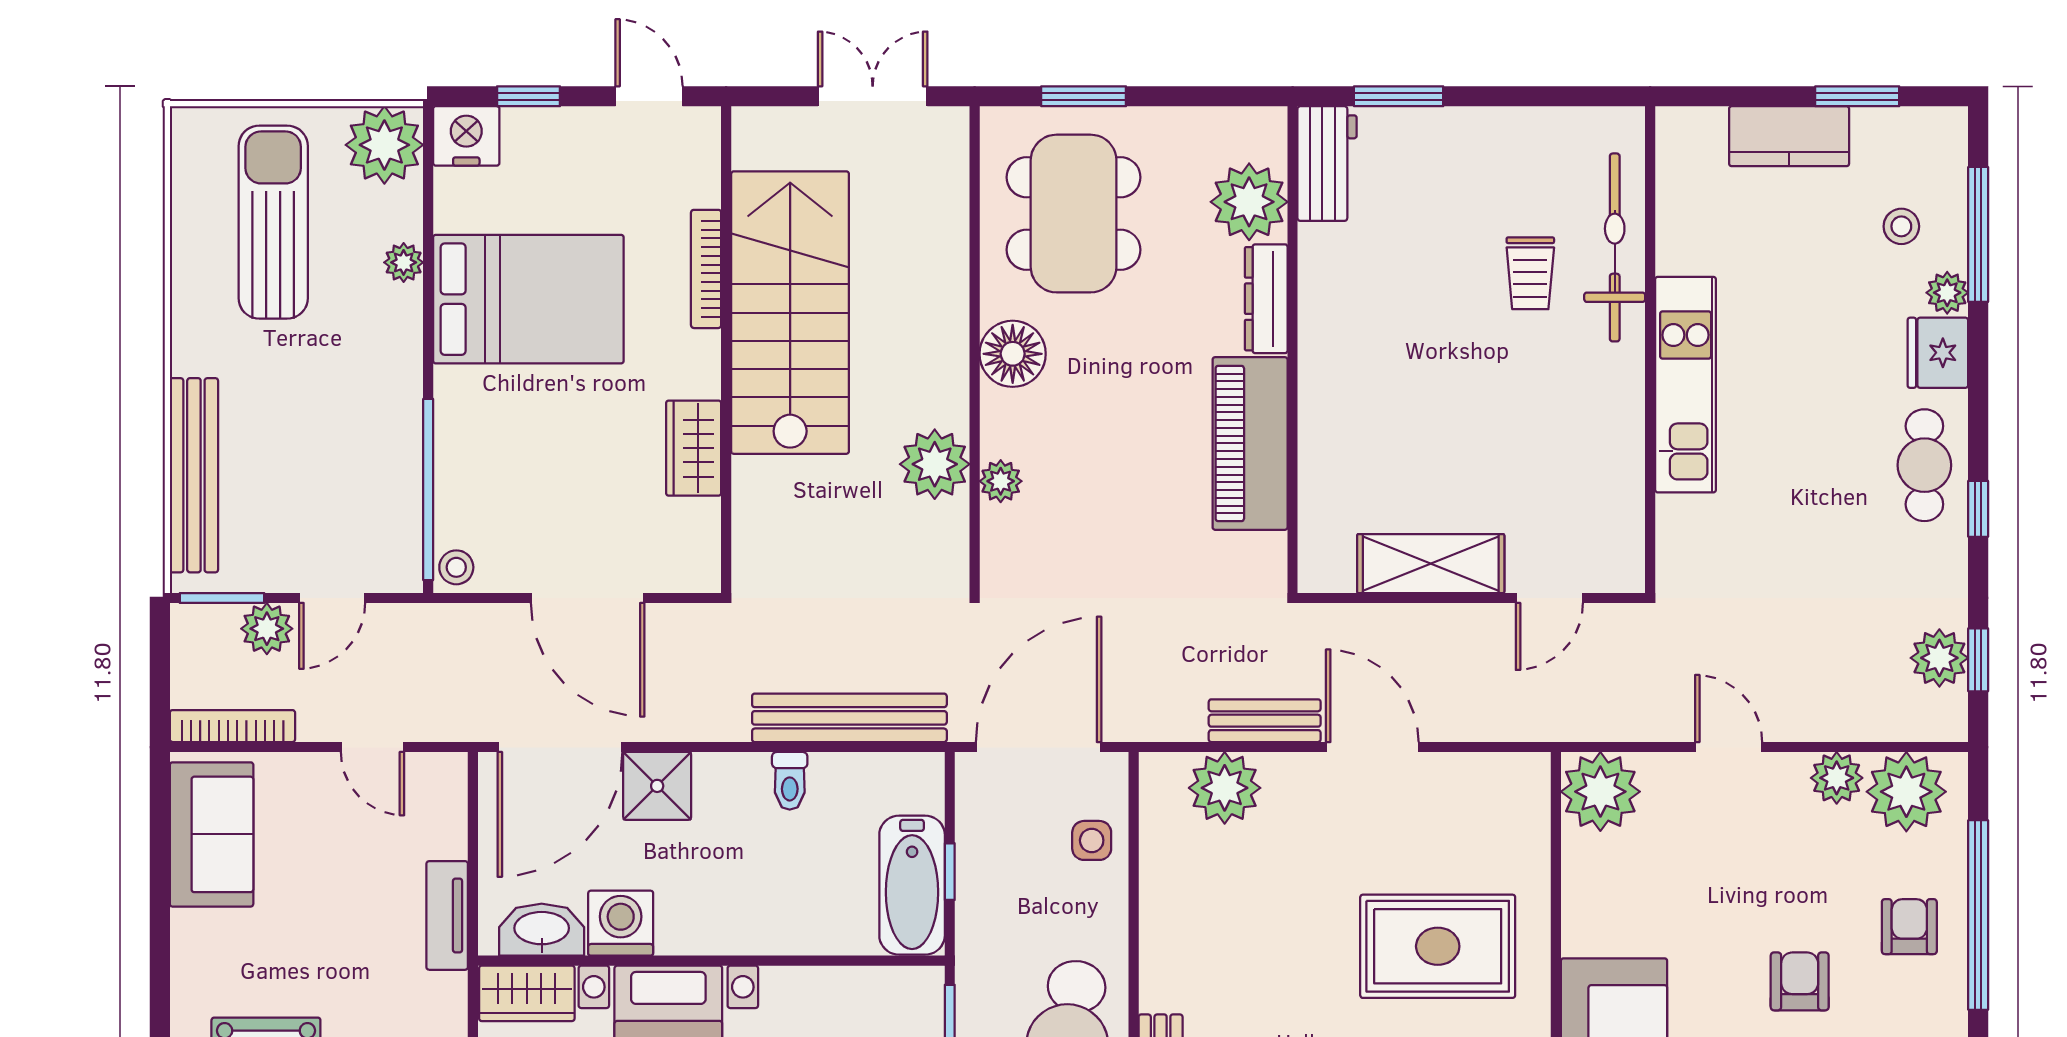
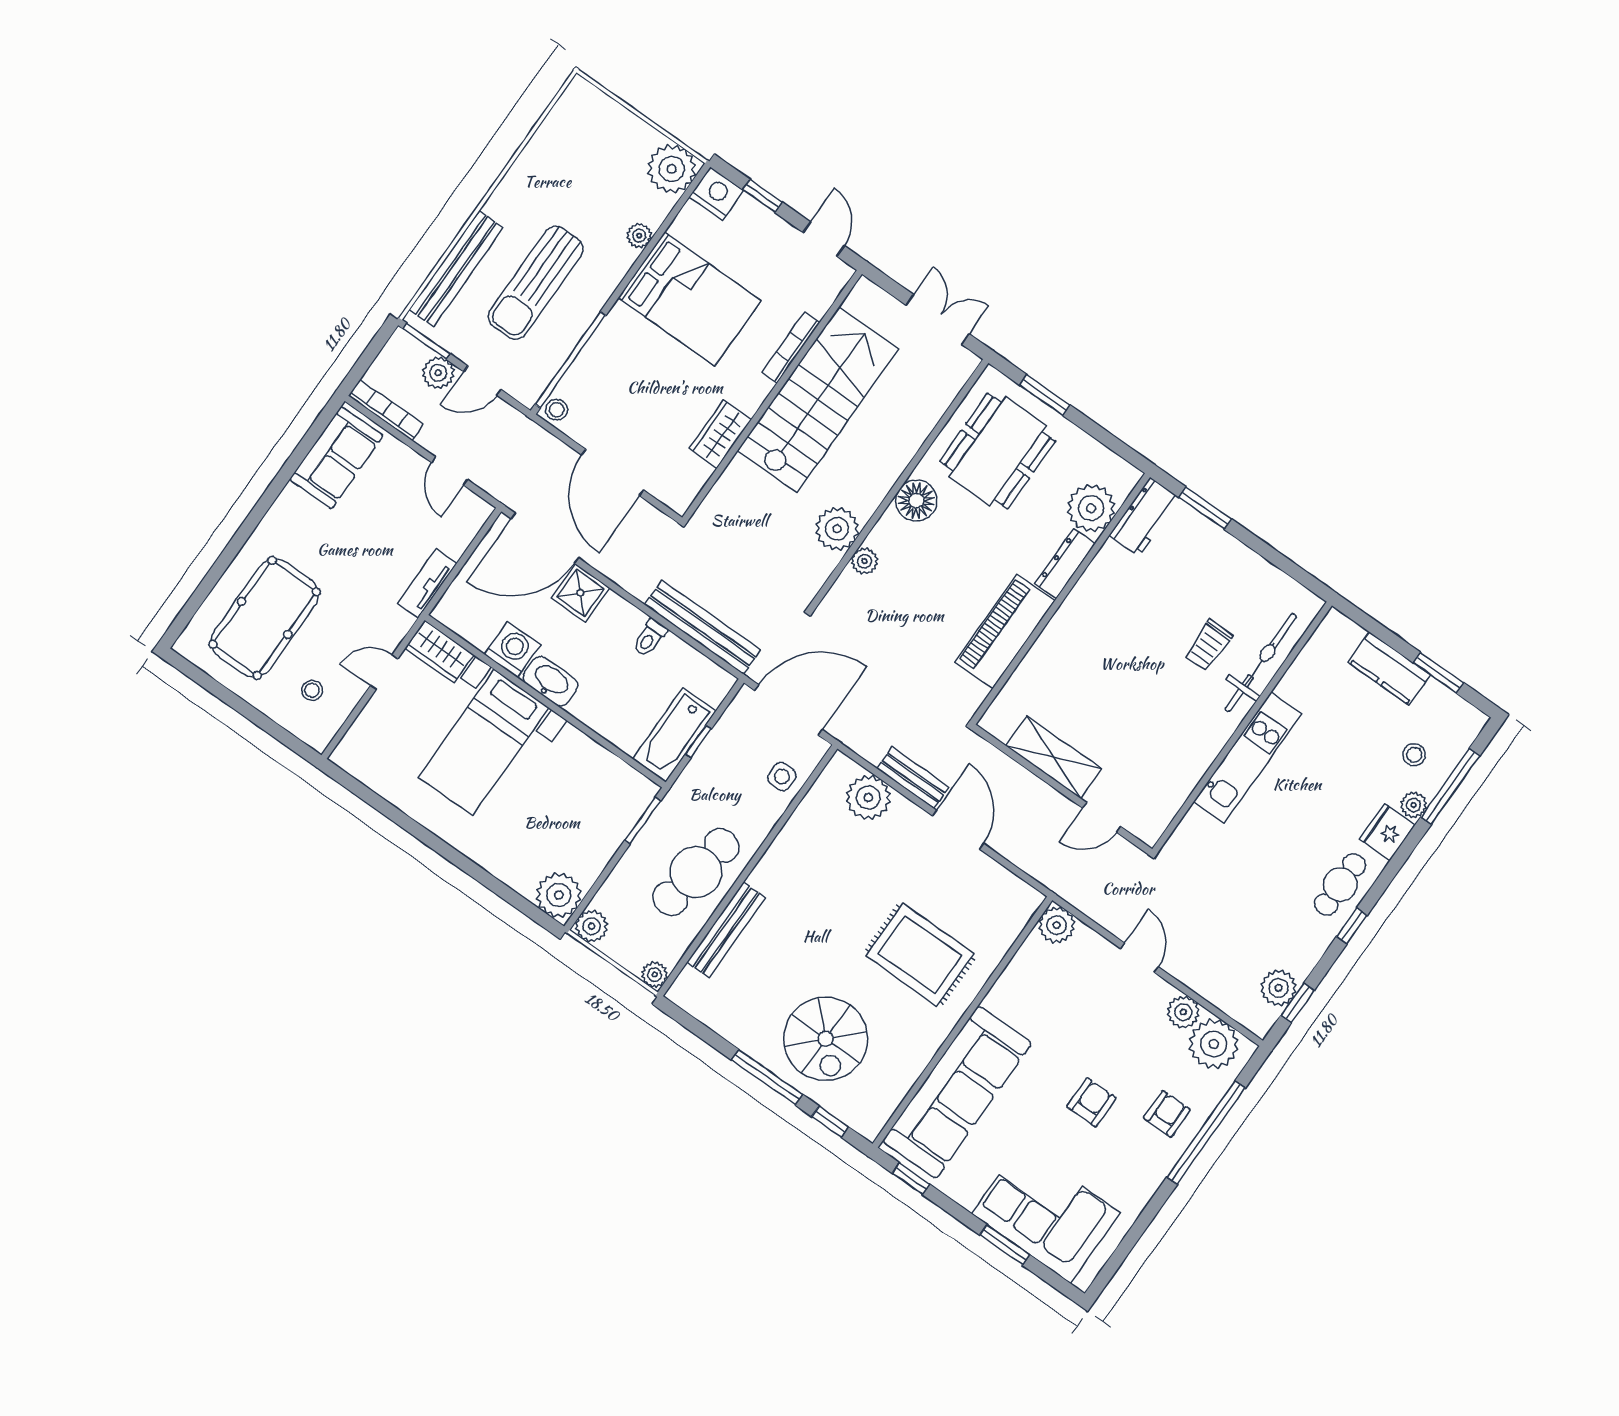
sun lounger: (273, 222) -> (536, 283), moved, turned 180
plant: (1600, 792) -> (1057, 925), width x0.73, depth x0.73
washbasin: (542, 930) -> (550, 681), moved

